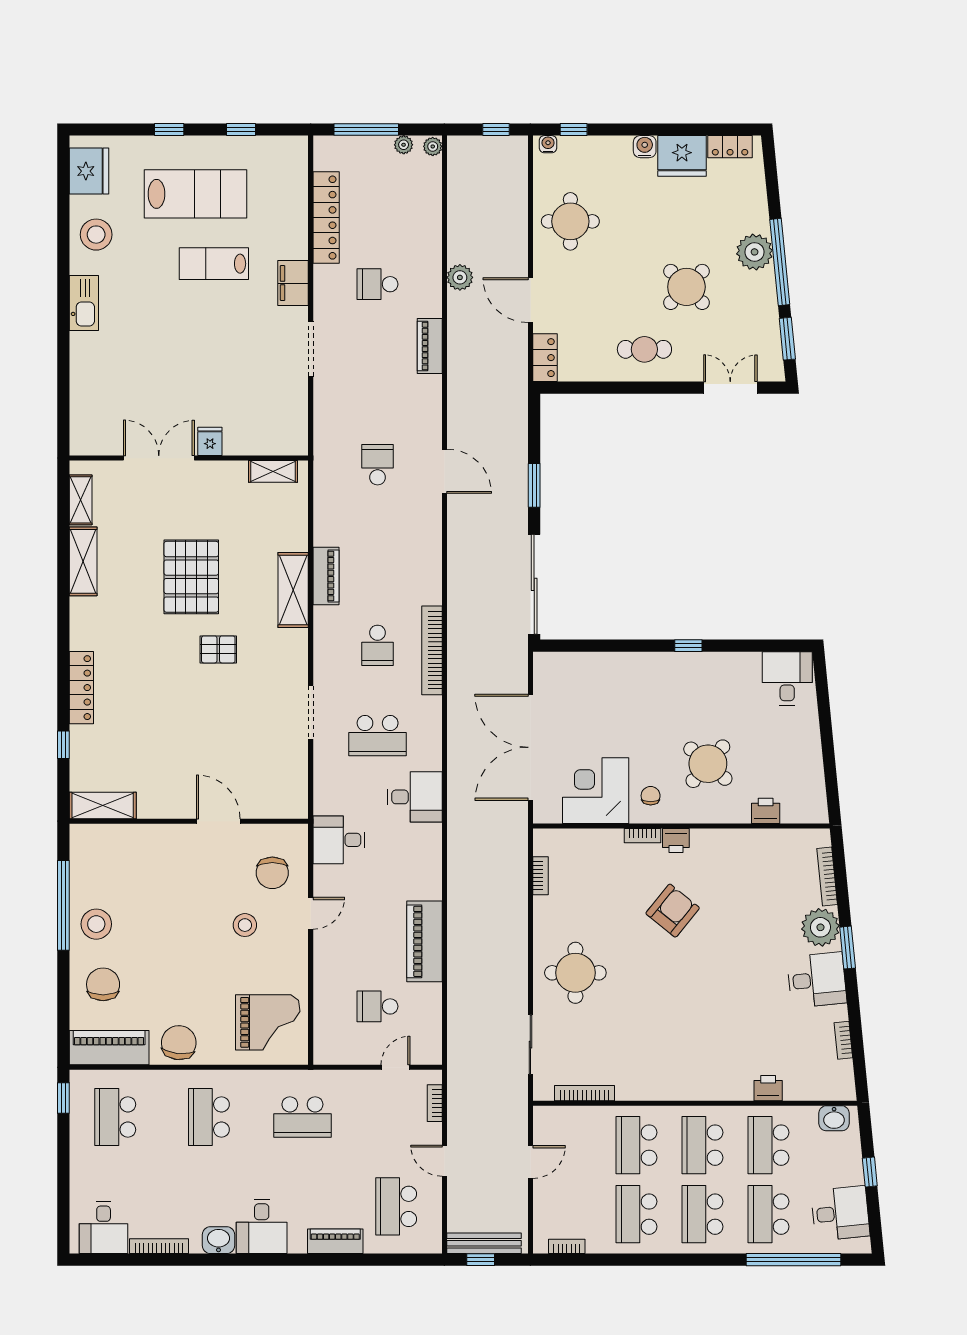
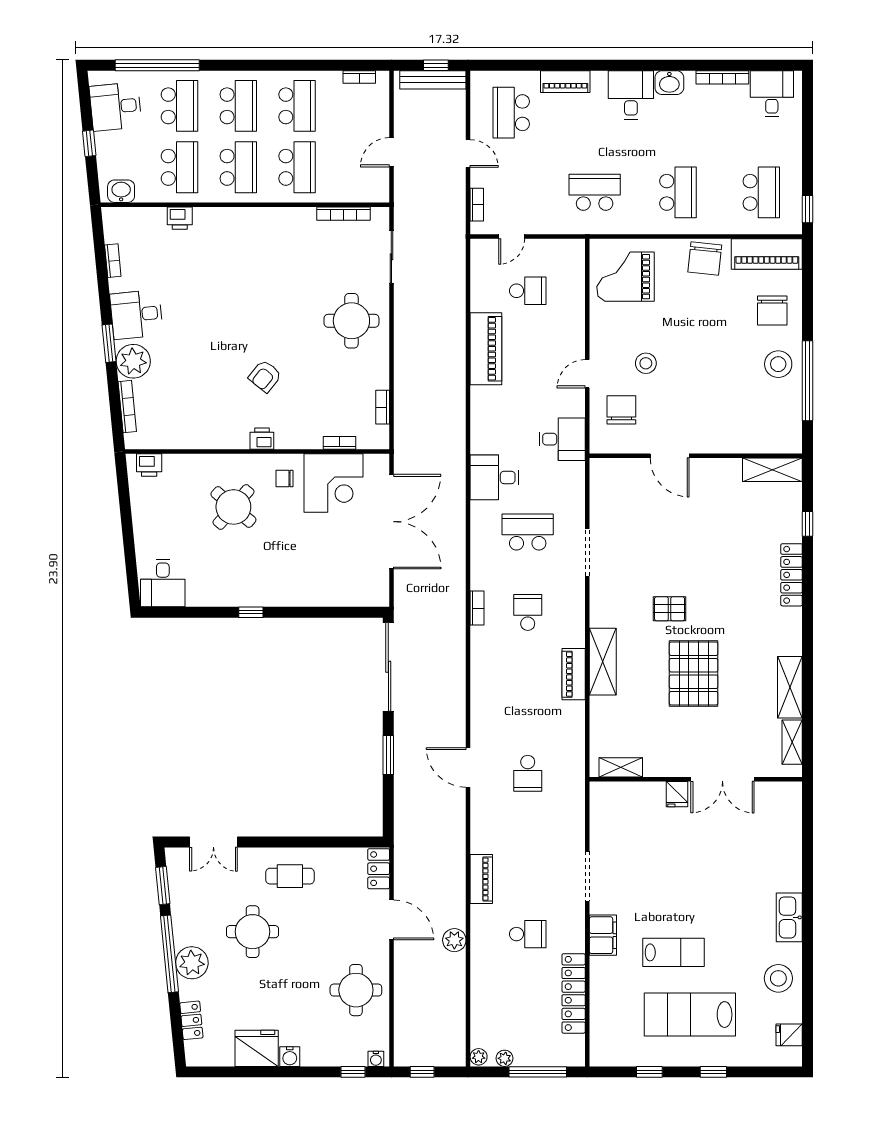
locker: (730, 147) -> (191, 1020), moved, turned 84
fridge: (89, 171) -> (789, 1035), width x0.53, depth x0.75
round table: (686, 287) -> (253, 932), turned 45
bookcase: (432, 650) -> (477, 608), width x0.43, depth x0.76
chair: (651, 796) -> (284, 478), turned 90
printer: (766, 811) -> (149, 465), moved
bookcase: (643, 836) -> (340, 443), moved
armchair: (673, 911) -> (265, 376), width x0.72, depth x0.72
school desk: (396, 1206) -> (511, 113), turned 180

